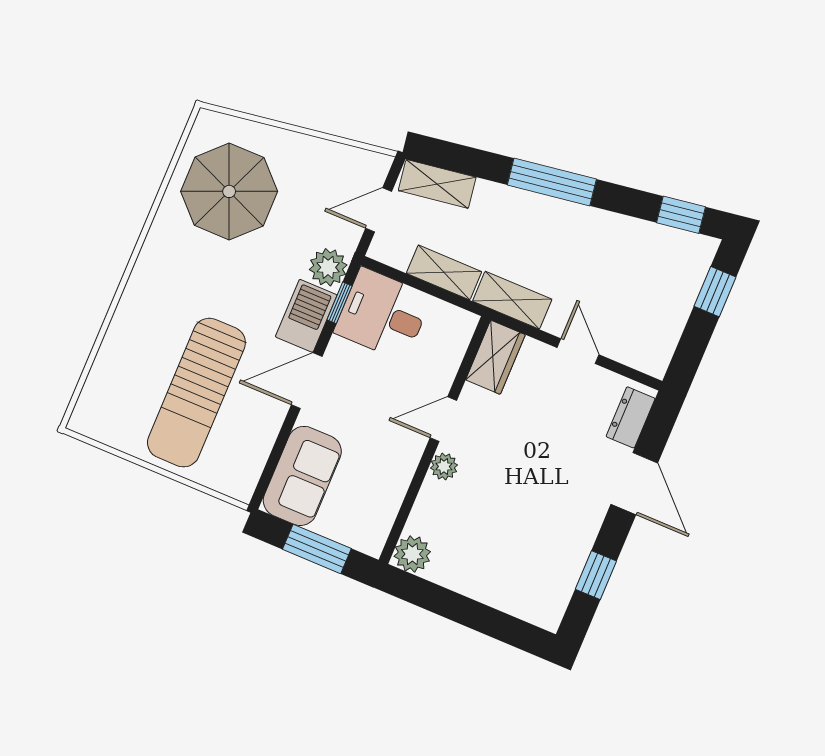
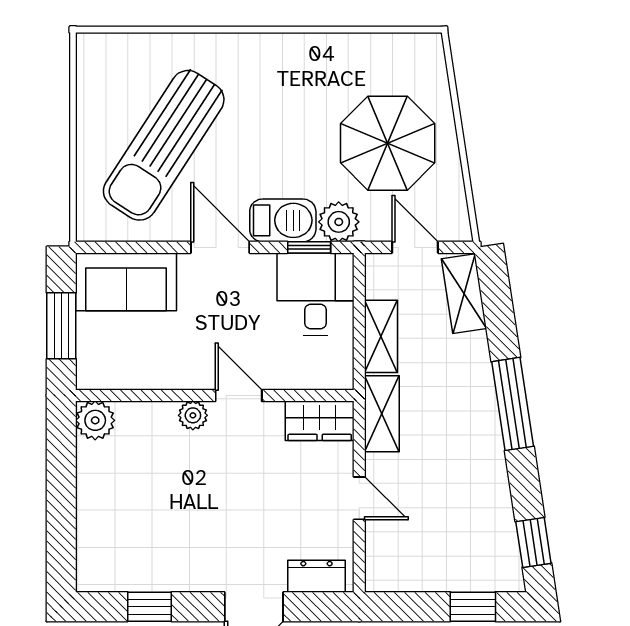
parasol: (229, 191) -> (388, 143), moved
door: (578, 351) -> (359, 498), hinge flipped
sun lounger: (196, 393) -> (164, 145), turned -57

